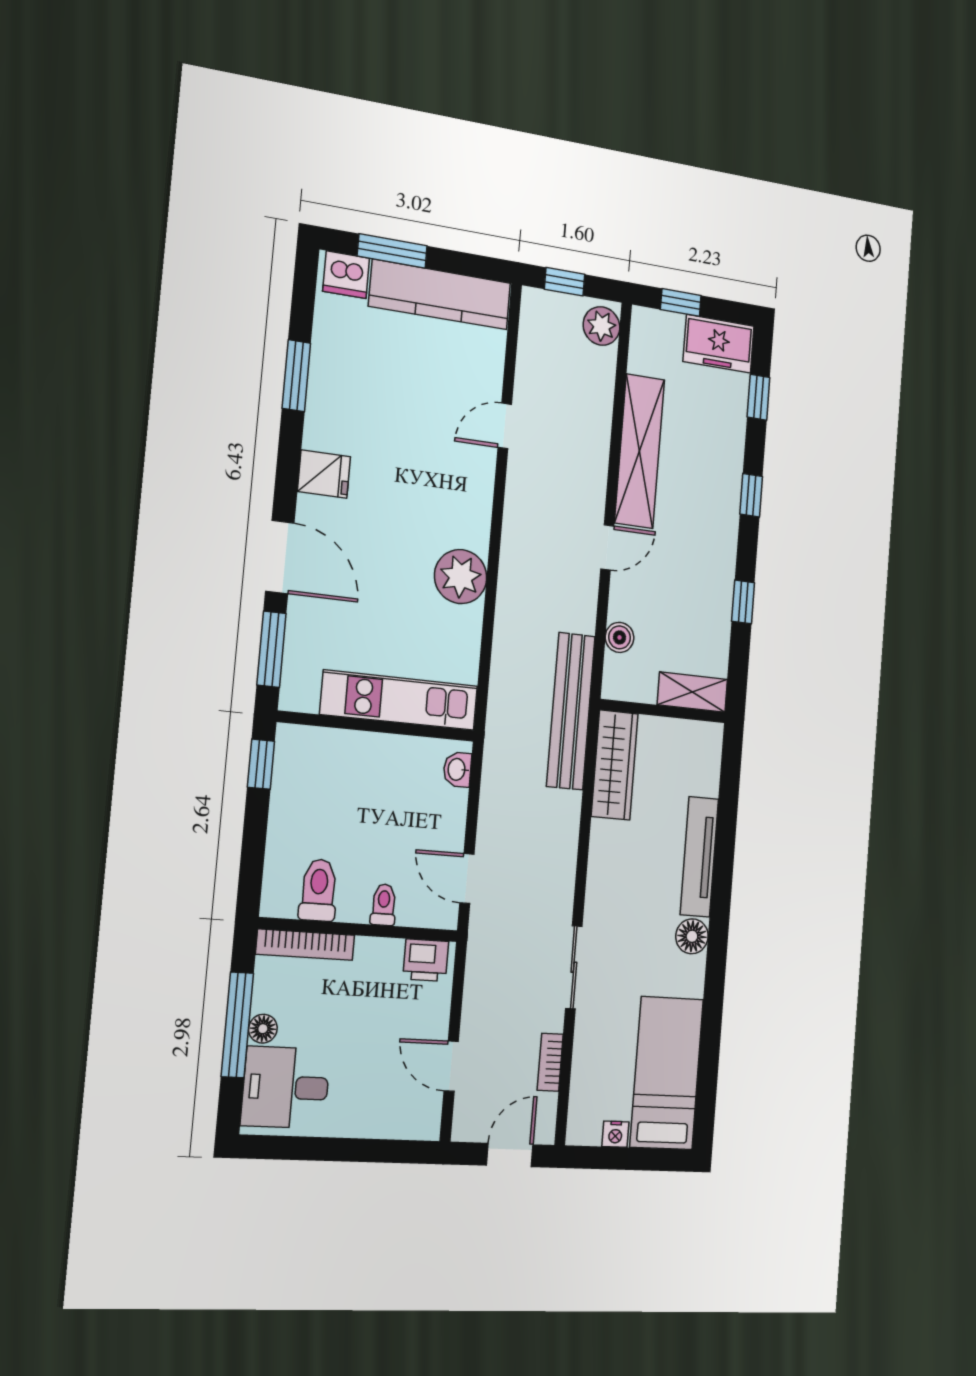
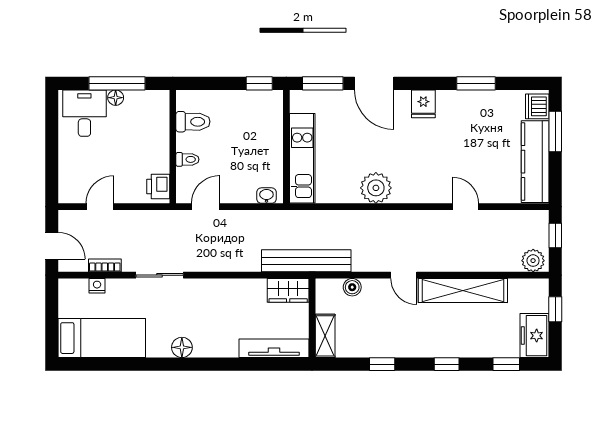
door: (280, 557) -> (374, 83), hinge flipped
wardrobe: (615, 765) -> (288, 290), width x0.67
tv unit: (699, 857) -> (274, 348), moved
bookcase: (305, 945) -> (163, 117), removed
nightstand: (615, 1134) -> (97, 286), moved, turned 90

